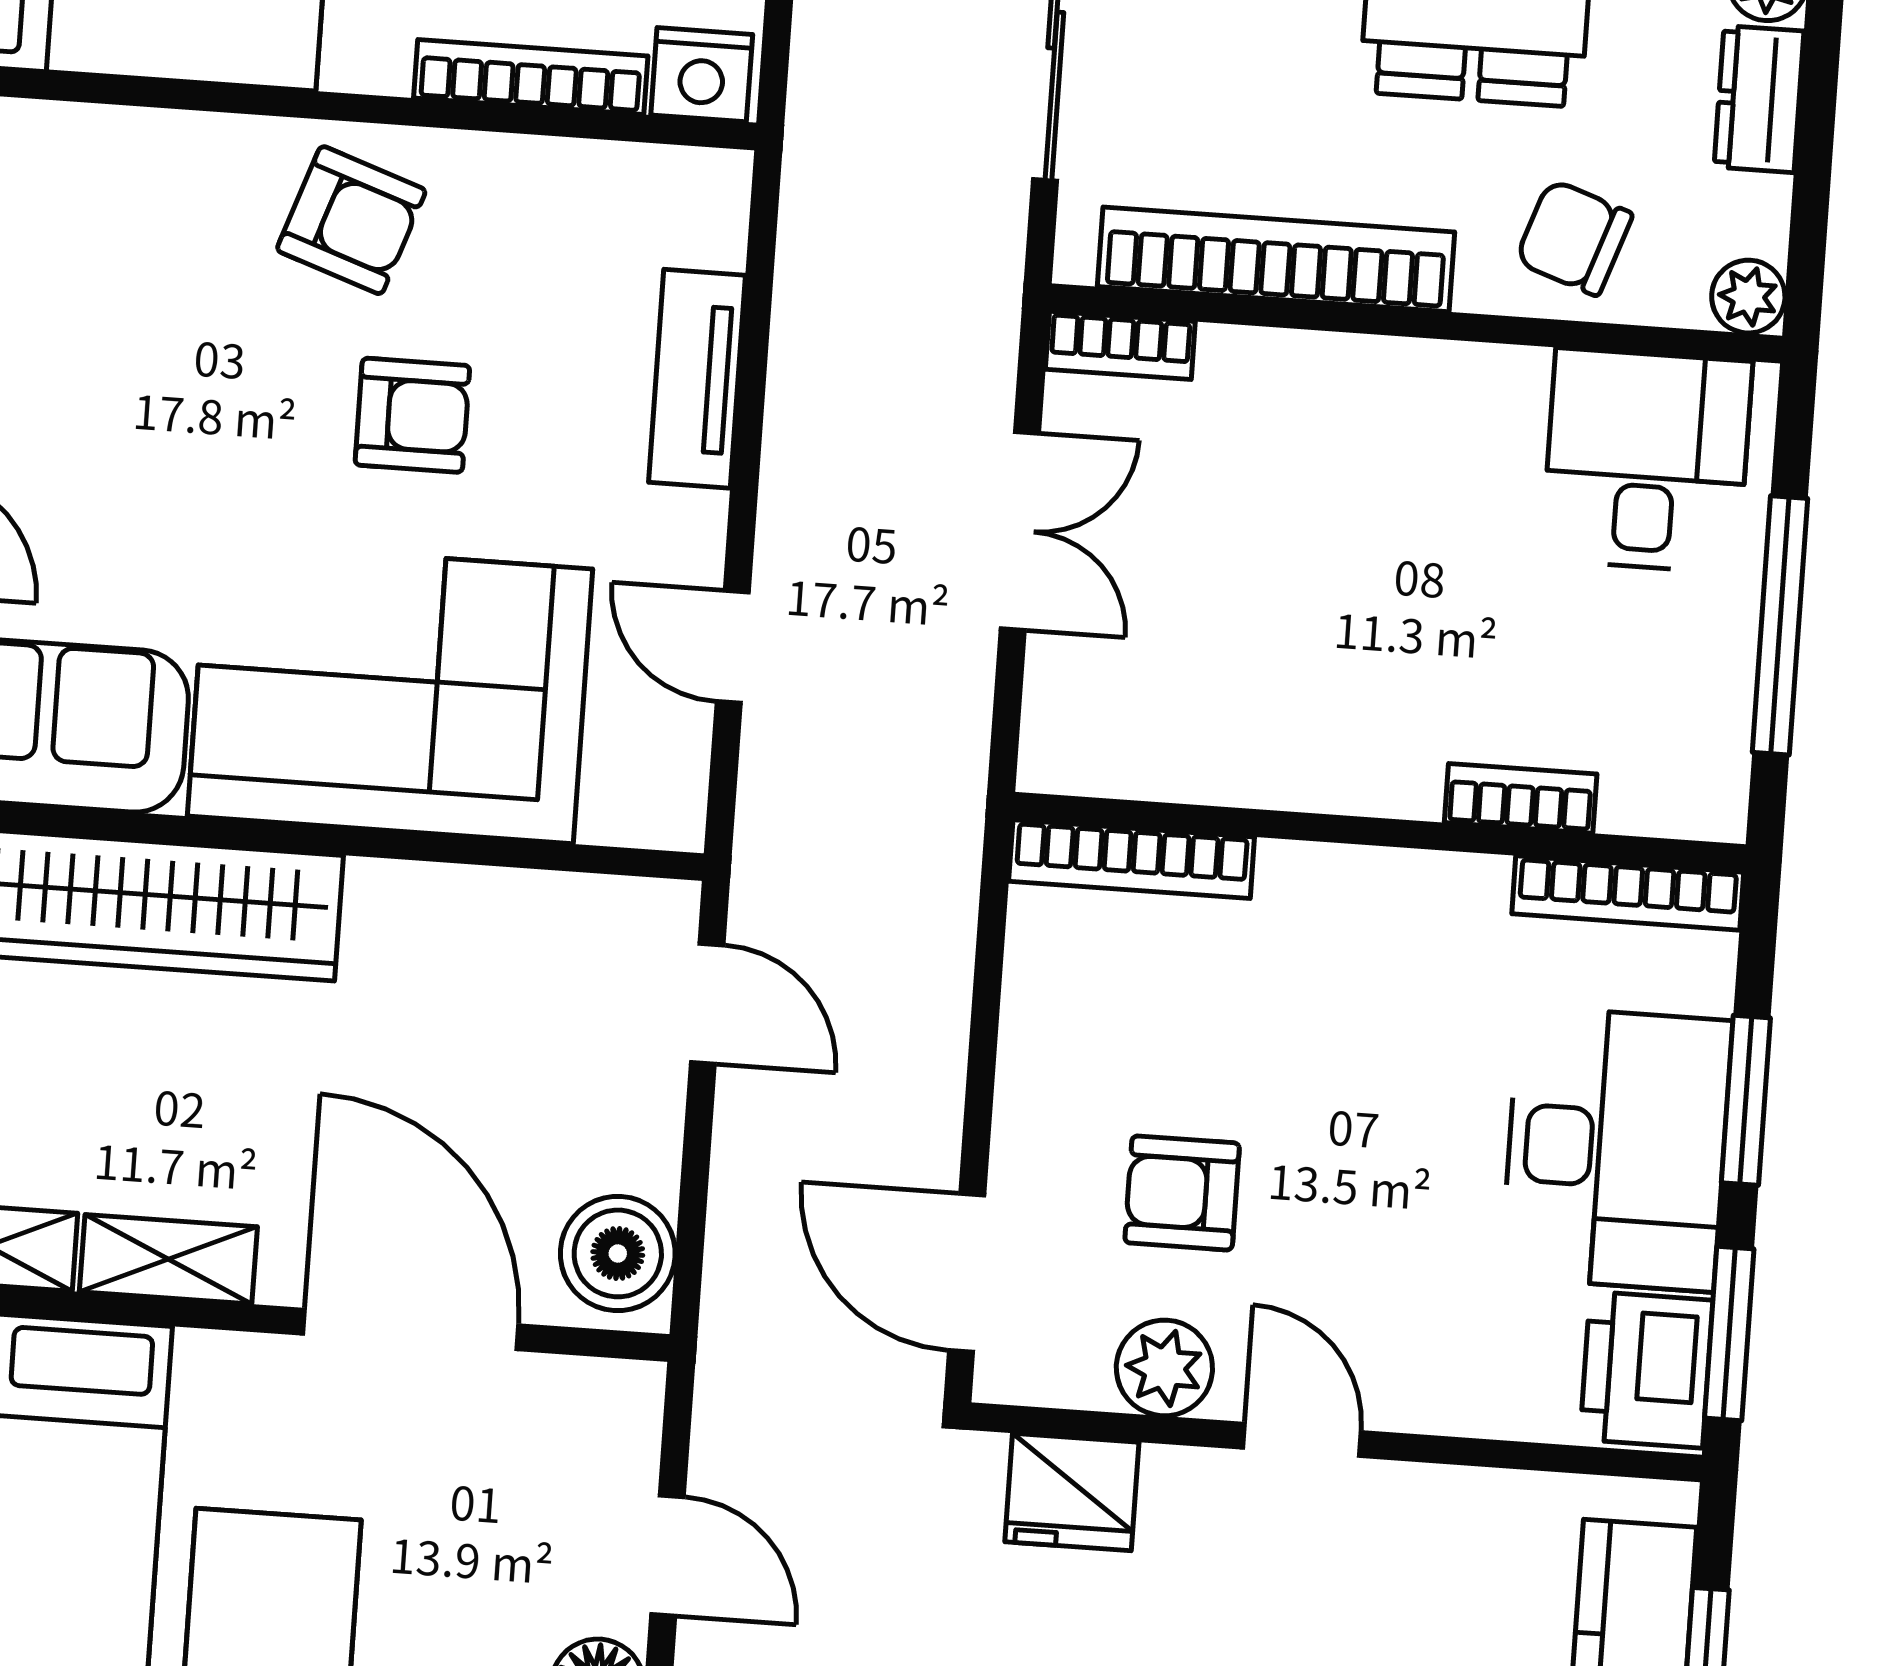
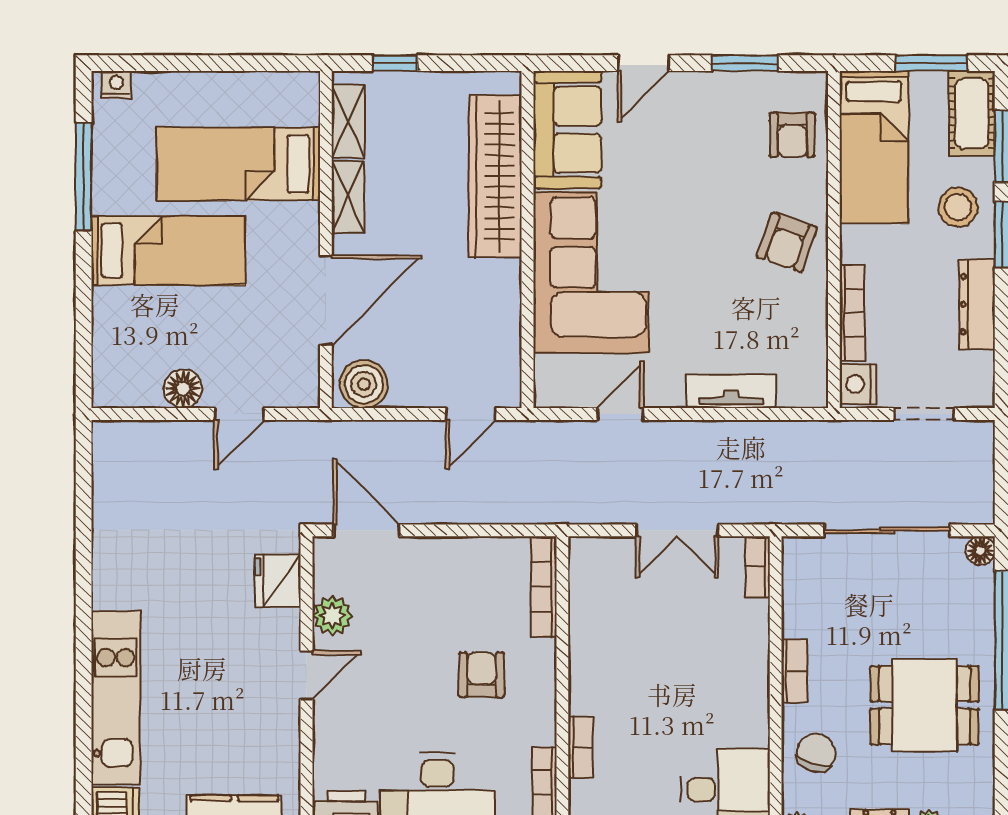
bookcase: (1276, 259) -> (794, 671), width x0.43, depth x0.76
armchair: (412, 415) -> (792, 135), moved
armchair: (1182, 1193) -> (482, 675), moved
door: (967, 1273) -> (366, 530), hinge flipped

